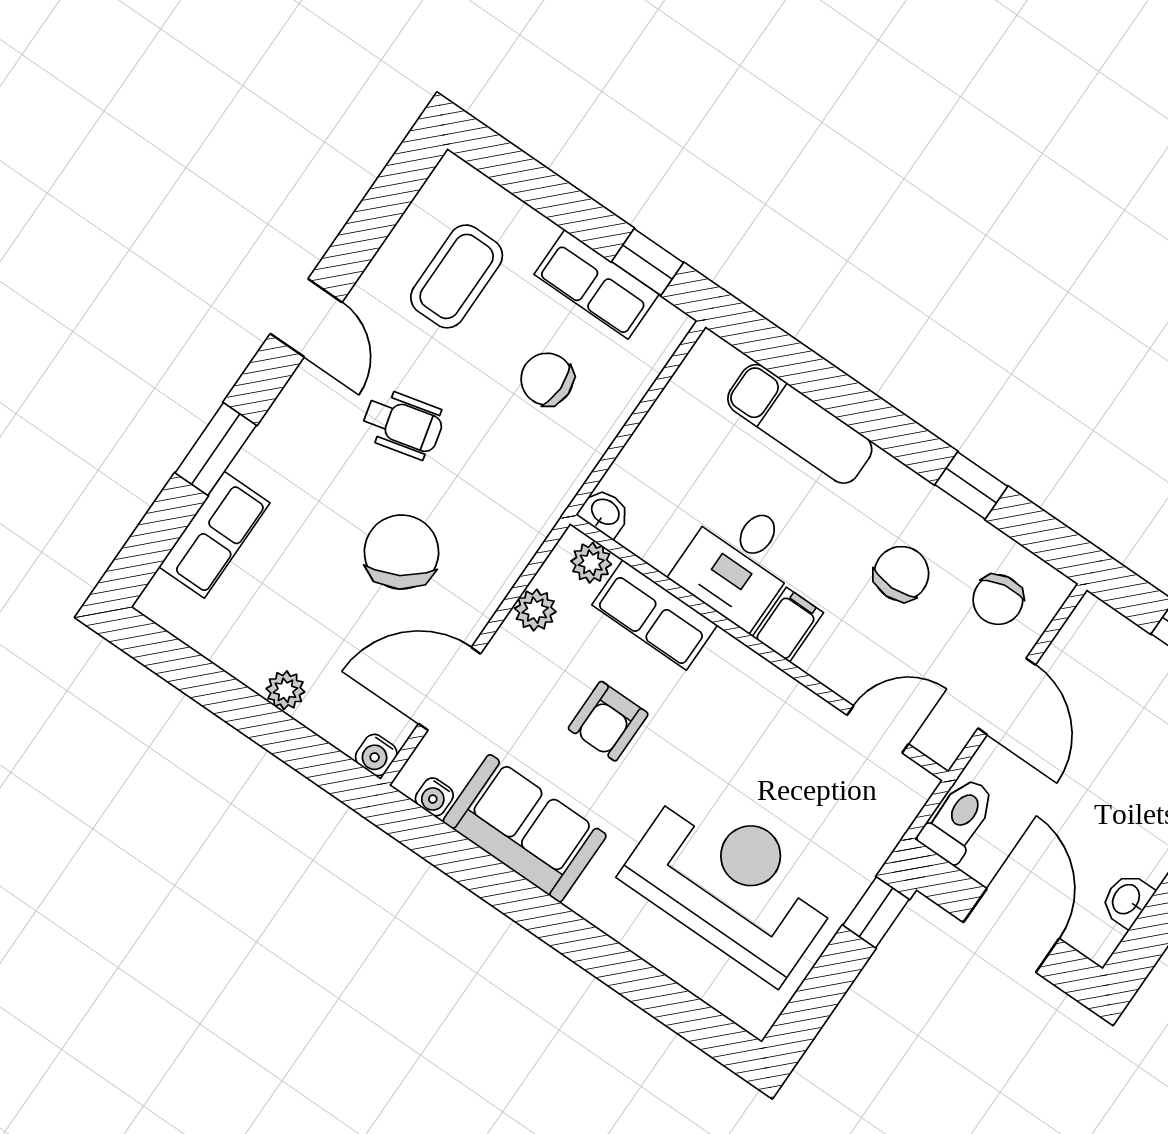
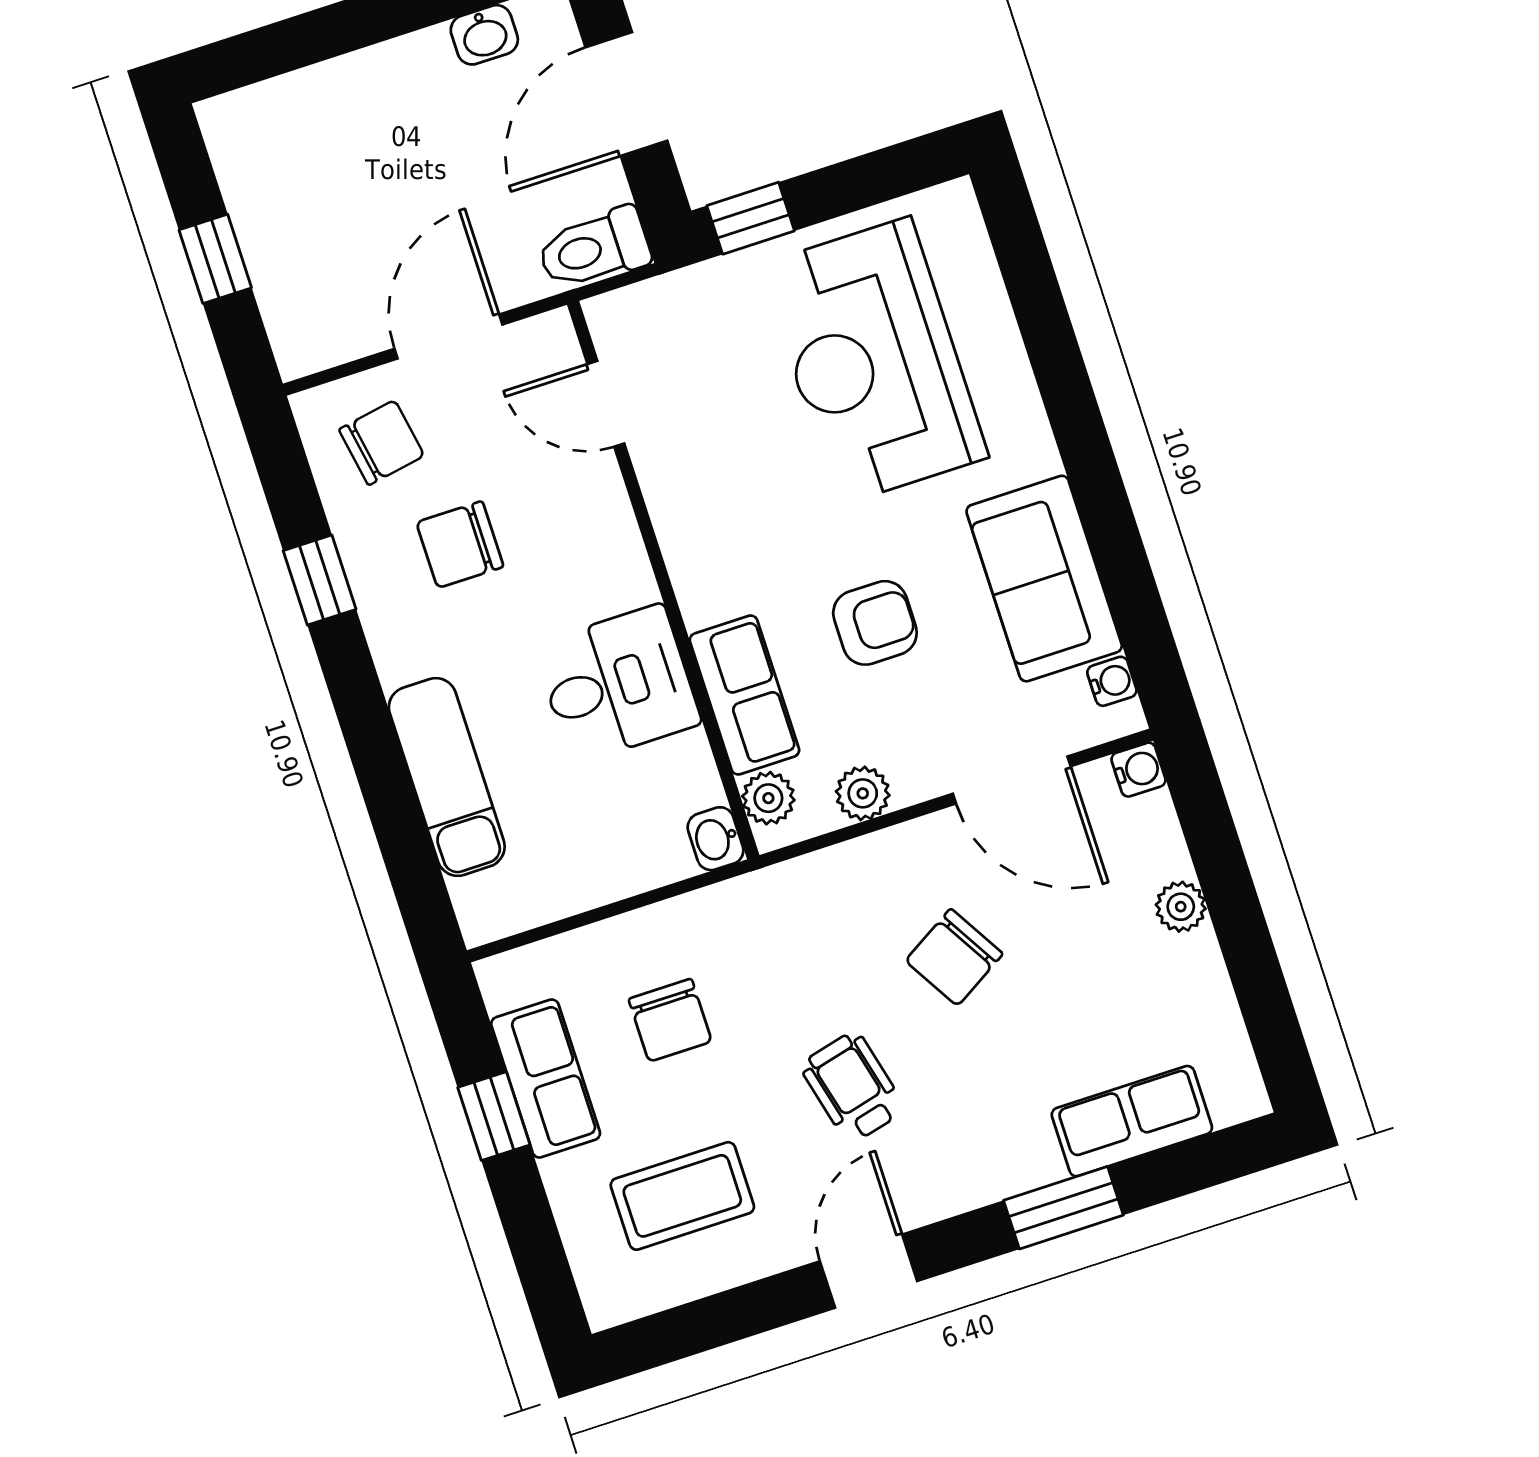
window: (647, 262) -> (494, 1116), moved
chair: (401, 552) -> (954, 957), width x0.73, depth x0.73
filing cabinet: (788, 625) -> (616, 581), removed

